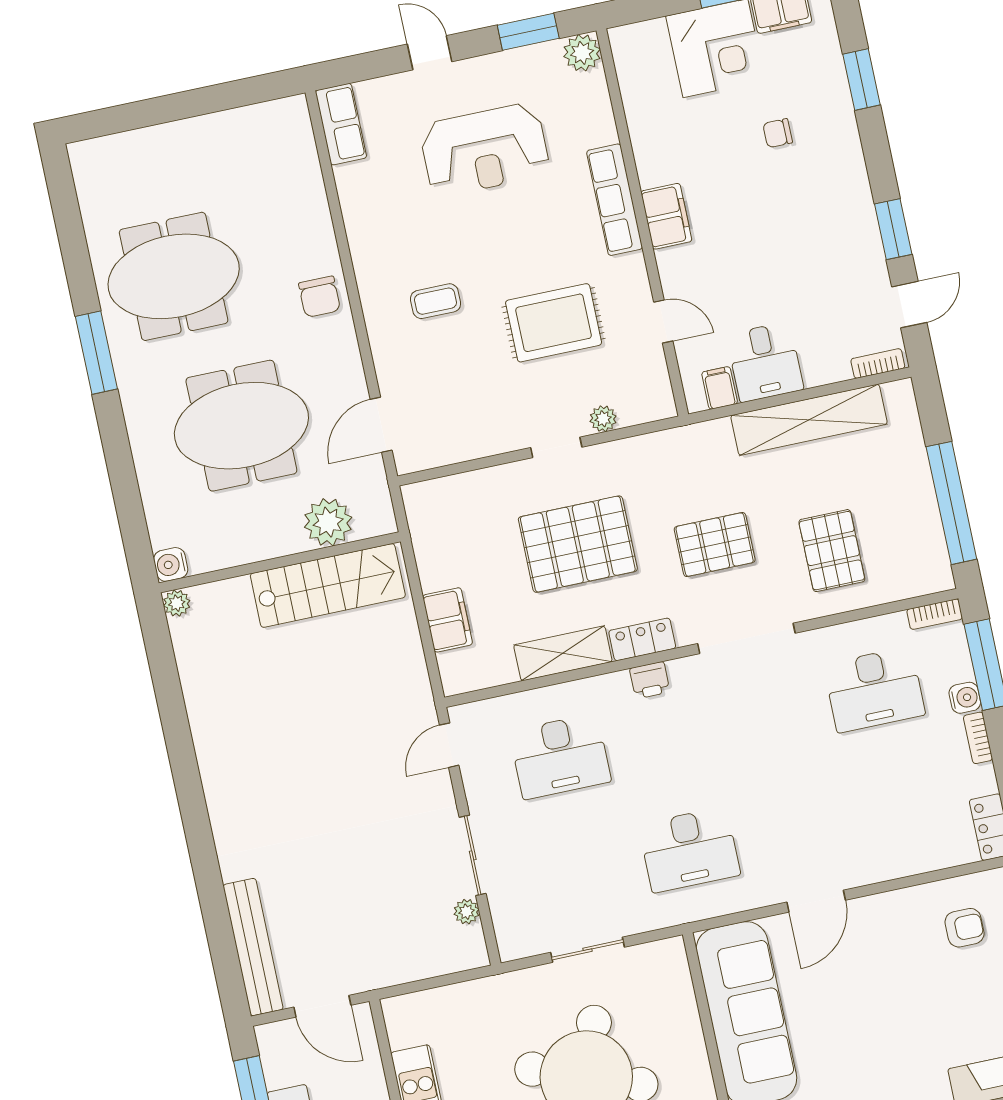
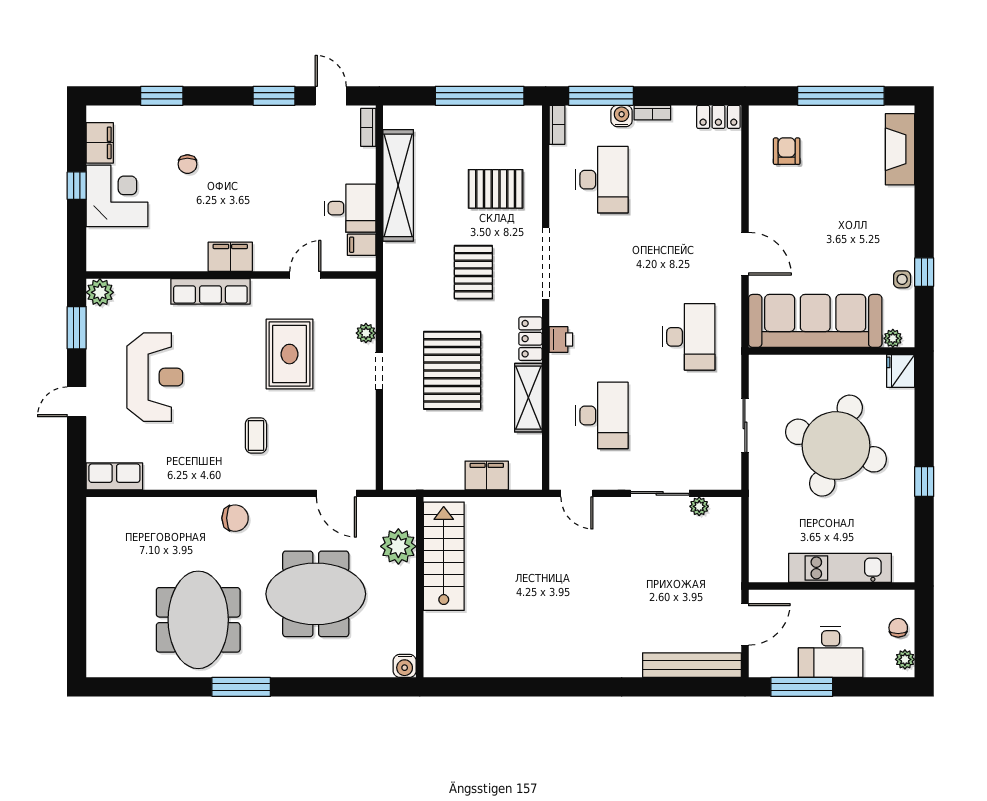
meeting table: (241, 426) -> (316, 594), turned 90
plant: (177, 603) -> (433, 667), removed

